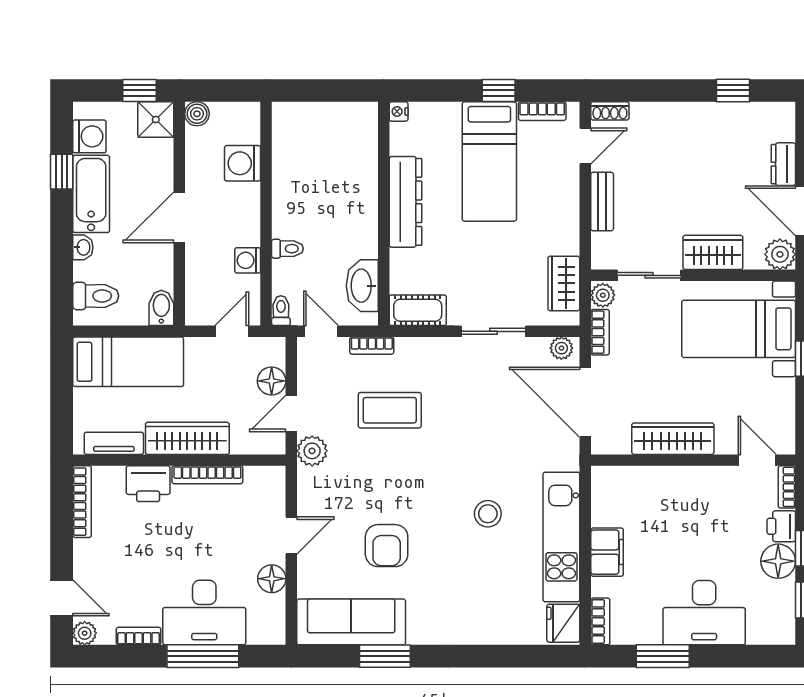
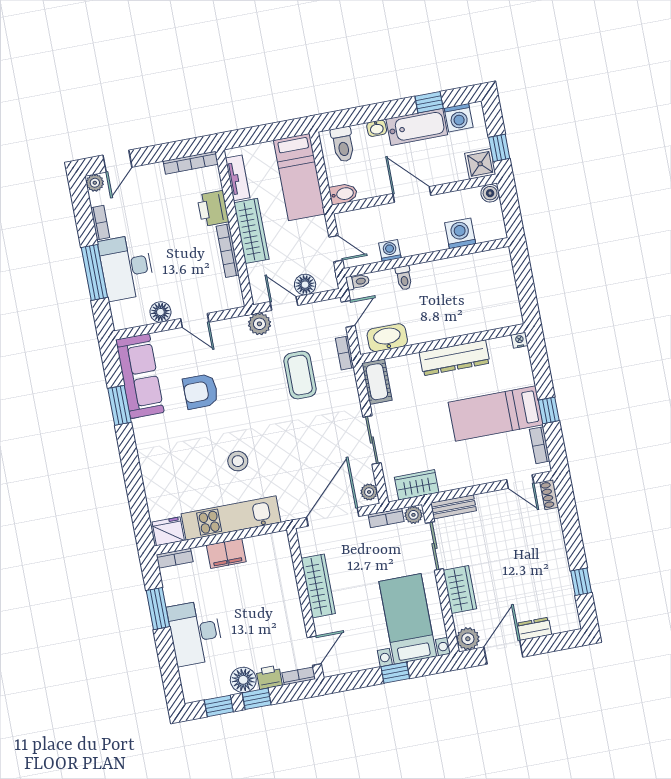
bench: (602, 202) -> (453, 507), moved

